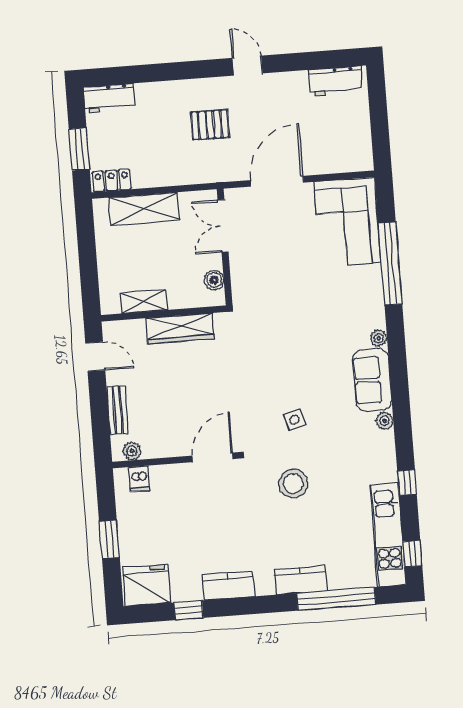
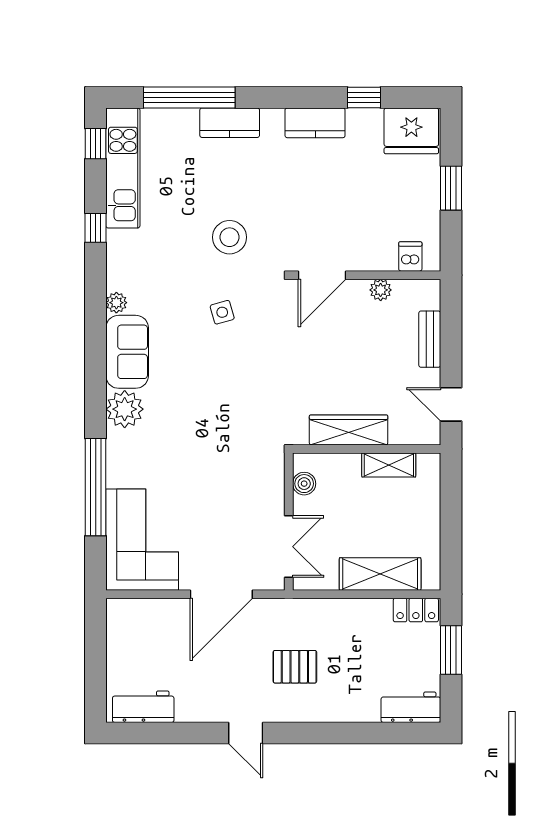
plant: (379, 338) -> (125, 409), width x1.88, depth x1.88
plant: (132, 451) -> (381, 290), moved

